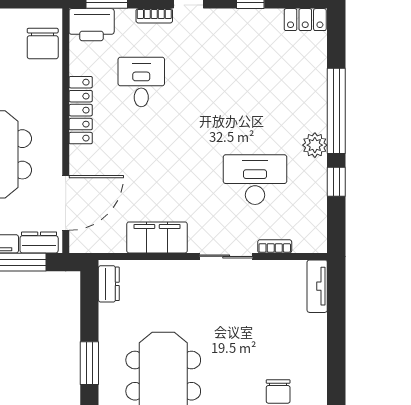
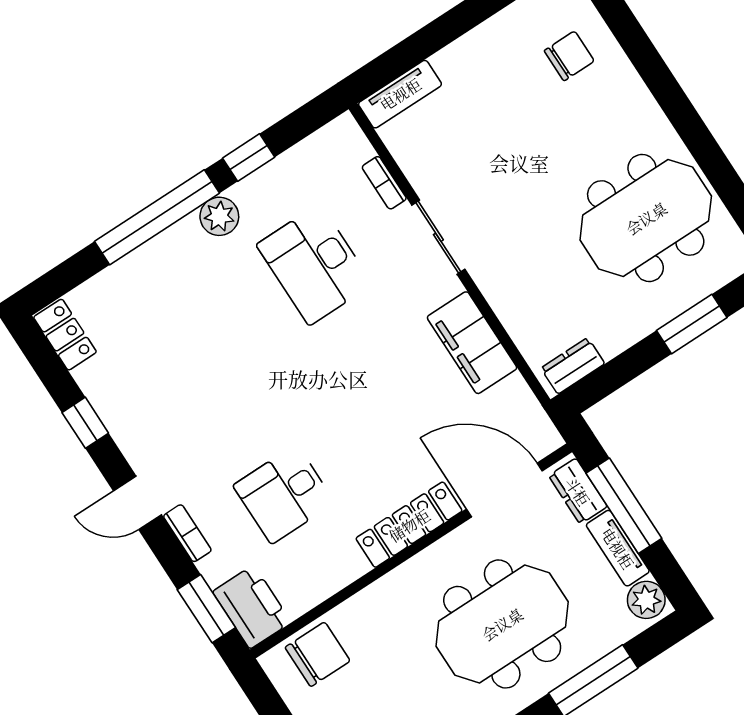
locker: (81, 110) -> (409, 525), moved

